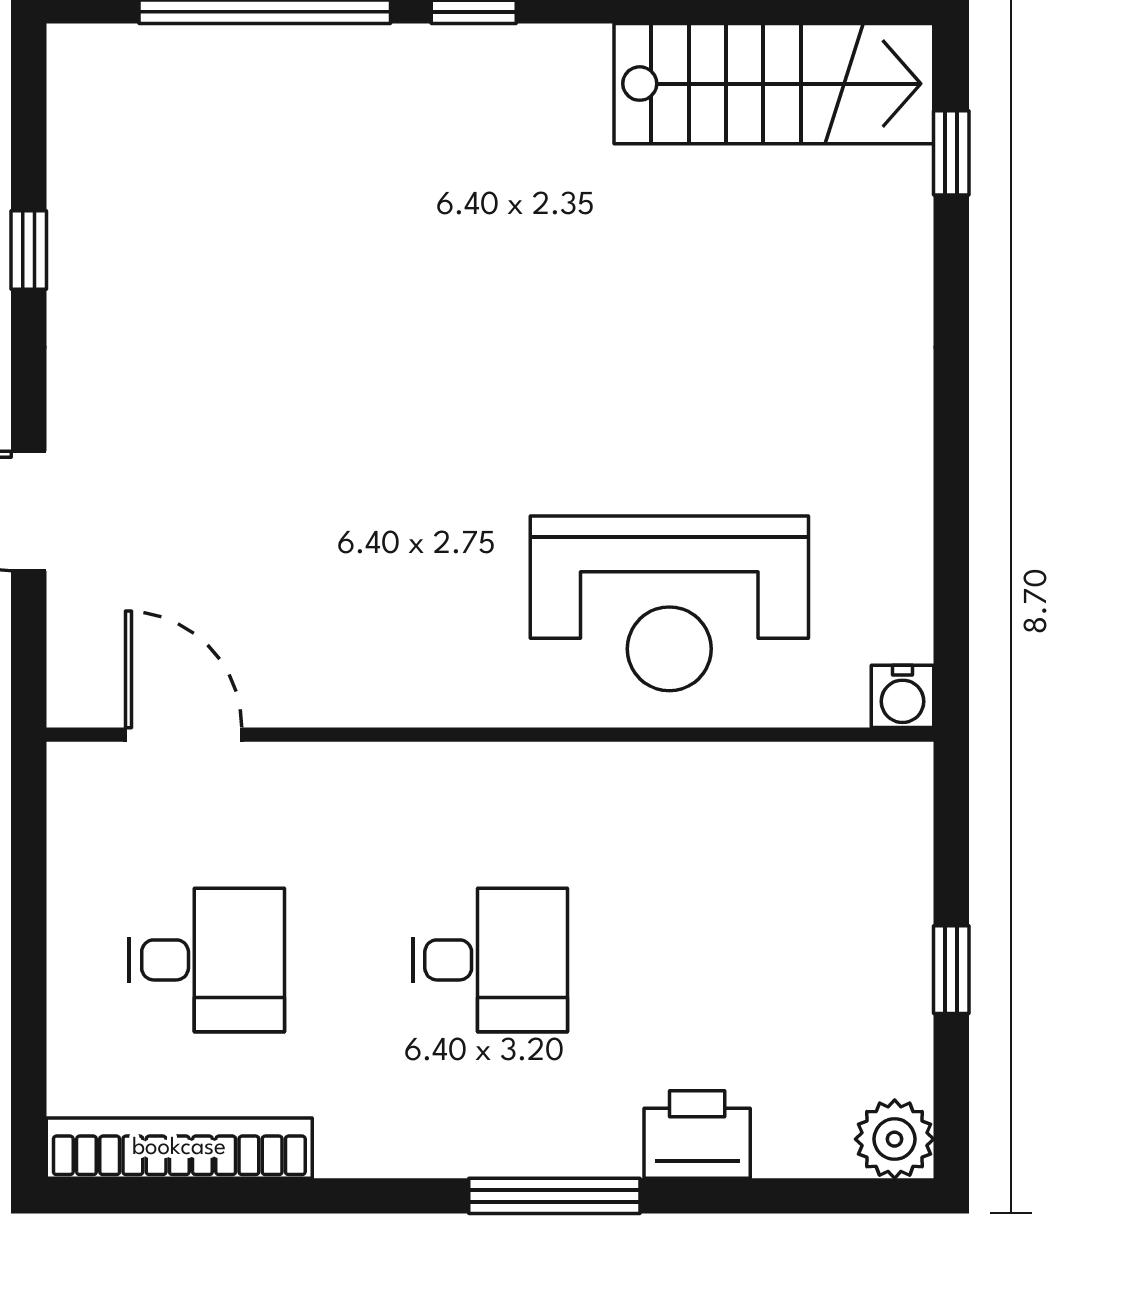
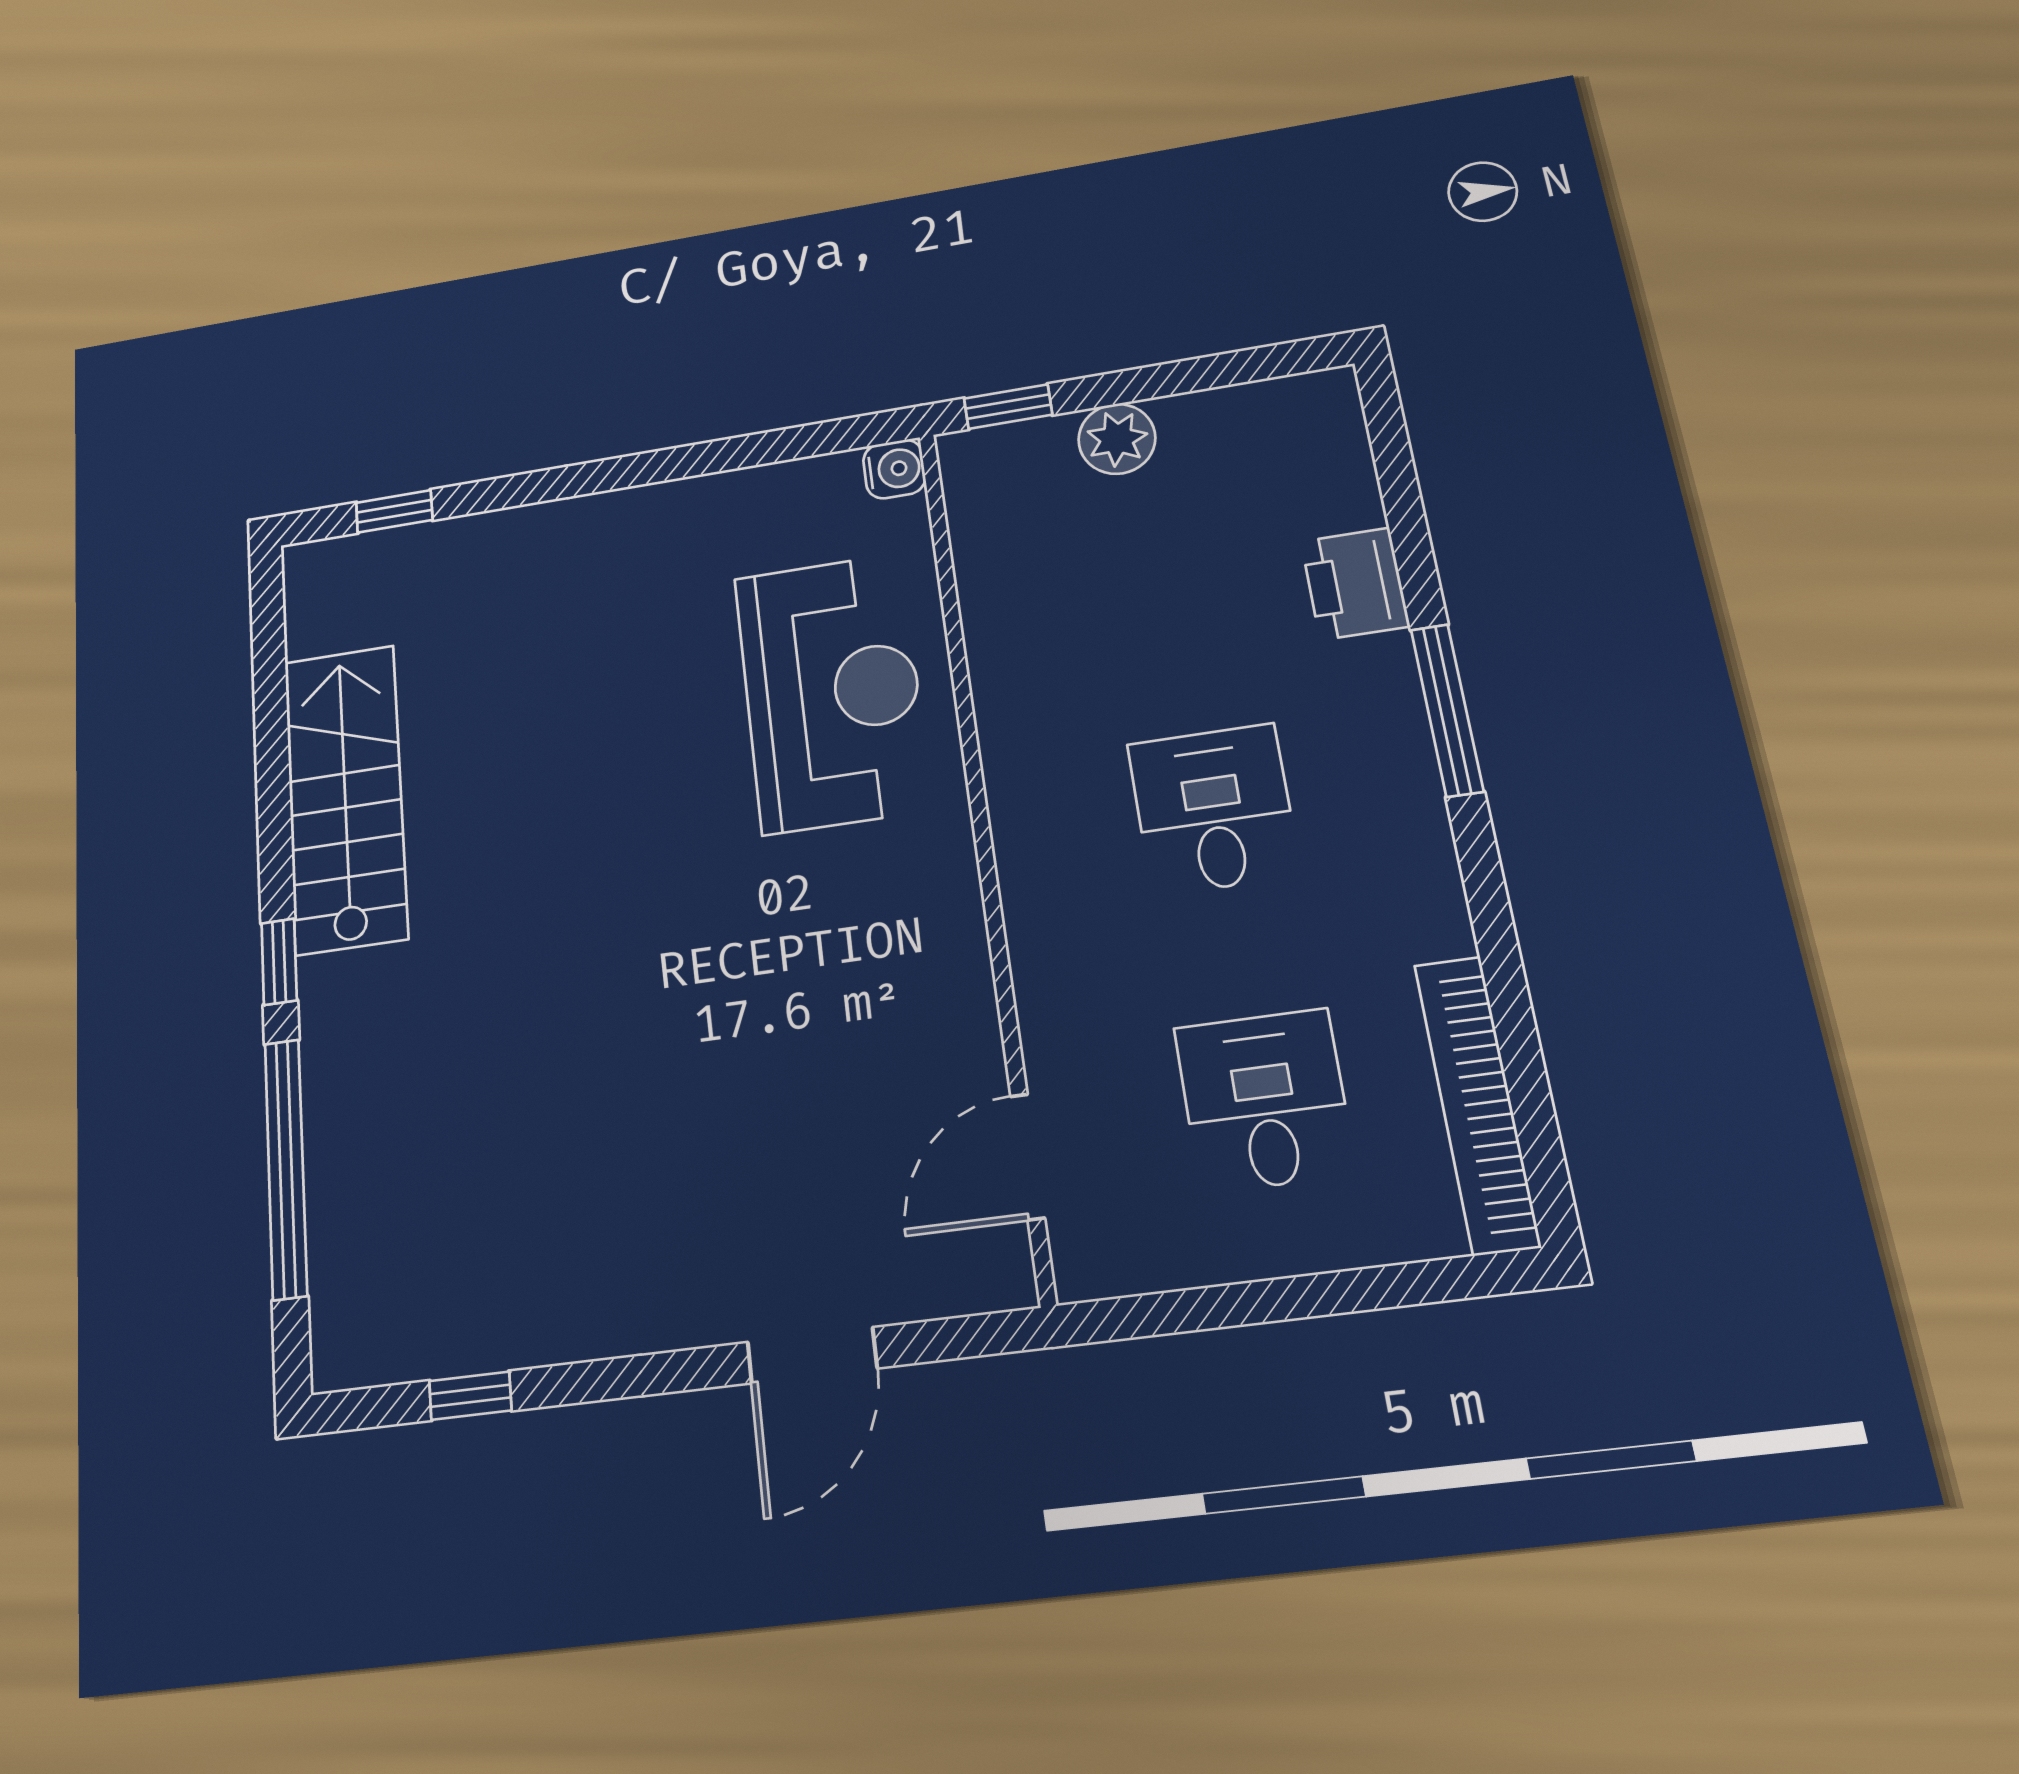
stairs: (774, 84) -> (345, 798), moved
window: (29, 250) -> (470, 1396), moved
window: (951, 970) -> (1008, 407), moved
plant: (895, 1139) -> (1117, 439), moved

